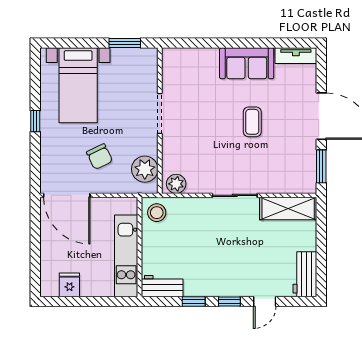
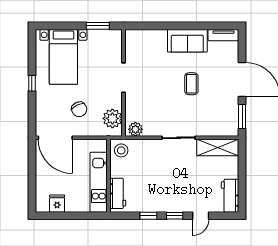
workbench: (162, 286) -> (118, 193), moved, turned 90

